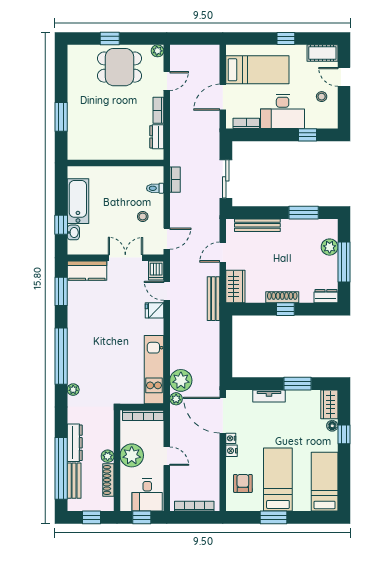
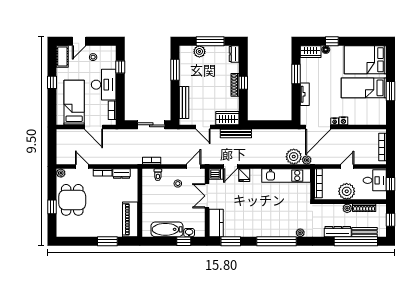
piano: (92, 149) -> (130, 219), added
door: (167, 239) -> (193, 167), hinge flipped
bed: (325, 482) -> (365, 60), width x1.50
armchair: (243, 483) -> (366, 113), removed

